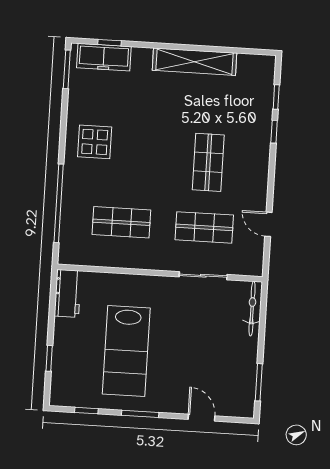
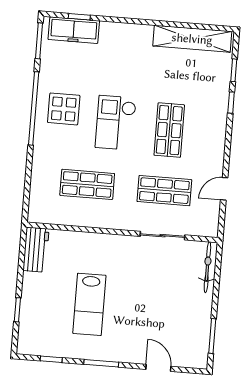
shelving: (195, 62) -> (192, 39), moved
checkout: (151, 156) -> (116, 123), added
window: (59, 203) -> (34, 108), moved
door: (268, 224) -> (224, 189), hinge flipped
lab bench: (126, 351) -> (89, 304), width x0.73, depth x0.72

